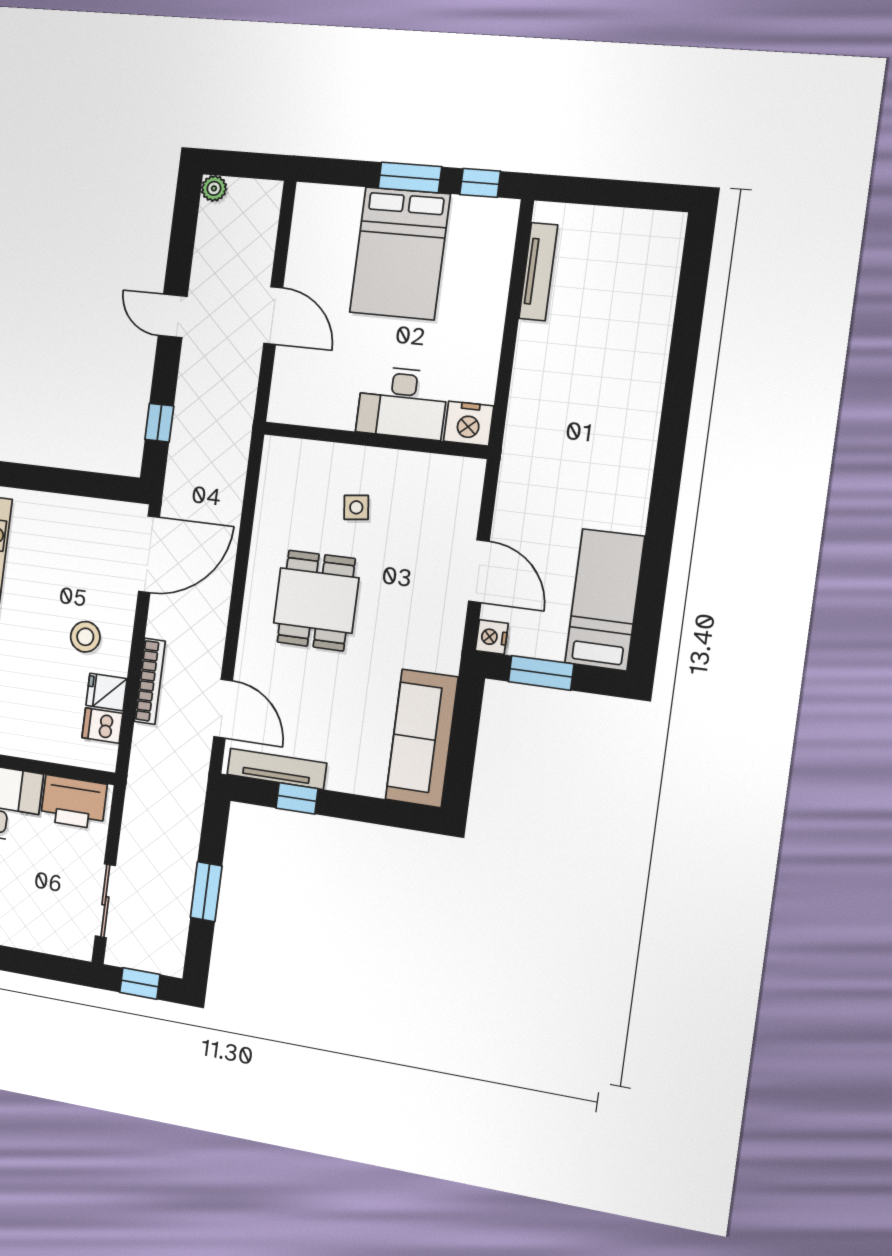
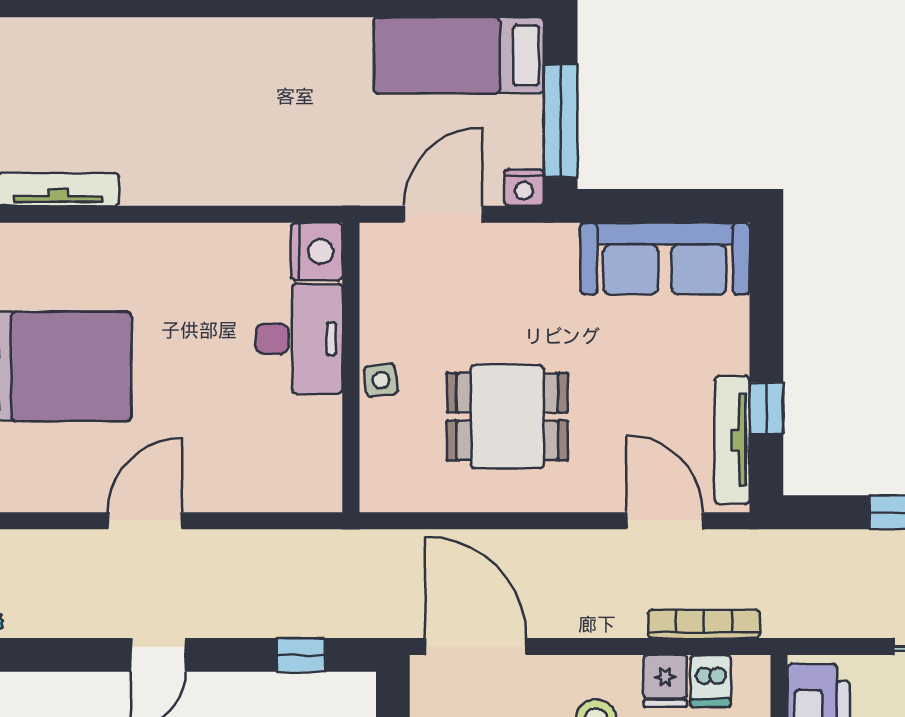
desk: (402, 403) -> (299, 339), moved
nightstand: (468, 424) -> (317, 251), moved
wall: (375, 440) -> (351, 367), moved
window: (541, 673) -> (561, 121), width x1.44
bookcase: (150, 681) -> (704, 624), moved
door: (223, 709) -> (665, 521), hinge flipped

